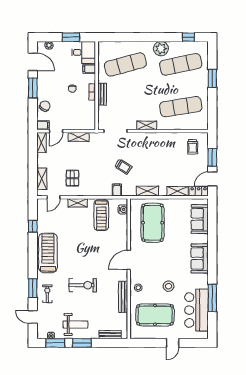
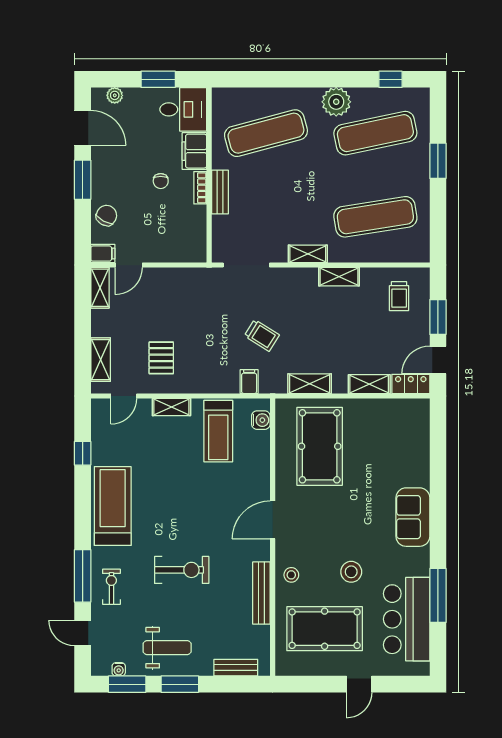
filing cabinet: (89, 69) -> (194, 151), width x2.00
shelving: (79, 137) -> (339, 277), moved
sofa: (200, 219) -> (413, 439), removed
window: (33, 288) -> (83, 576), width x1.44

